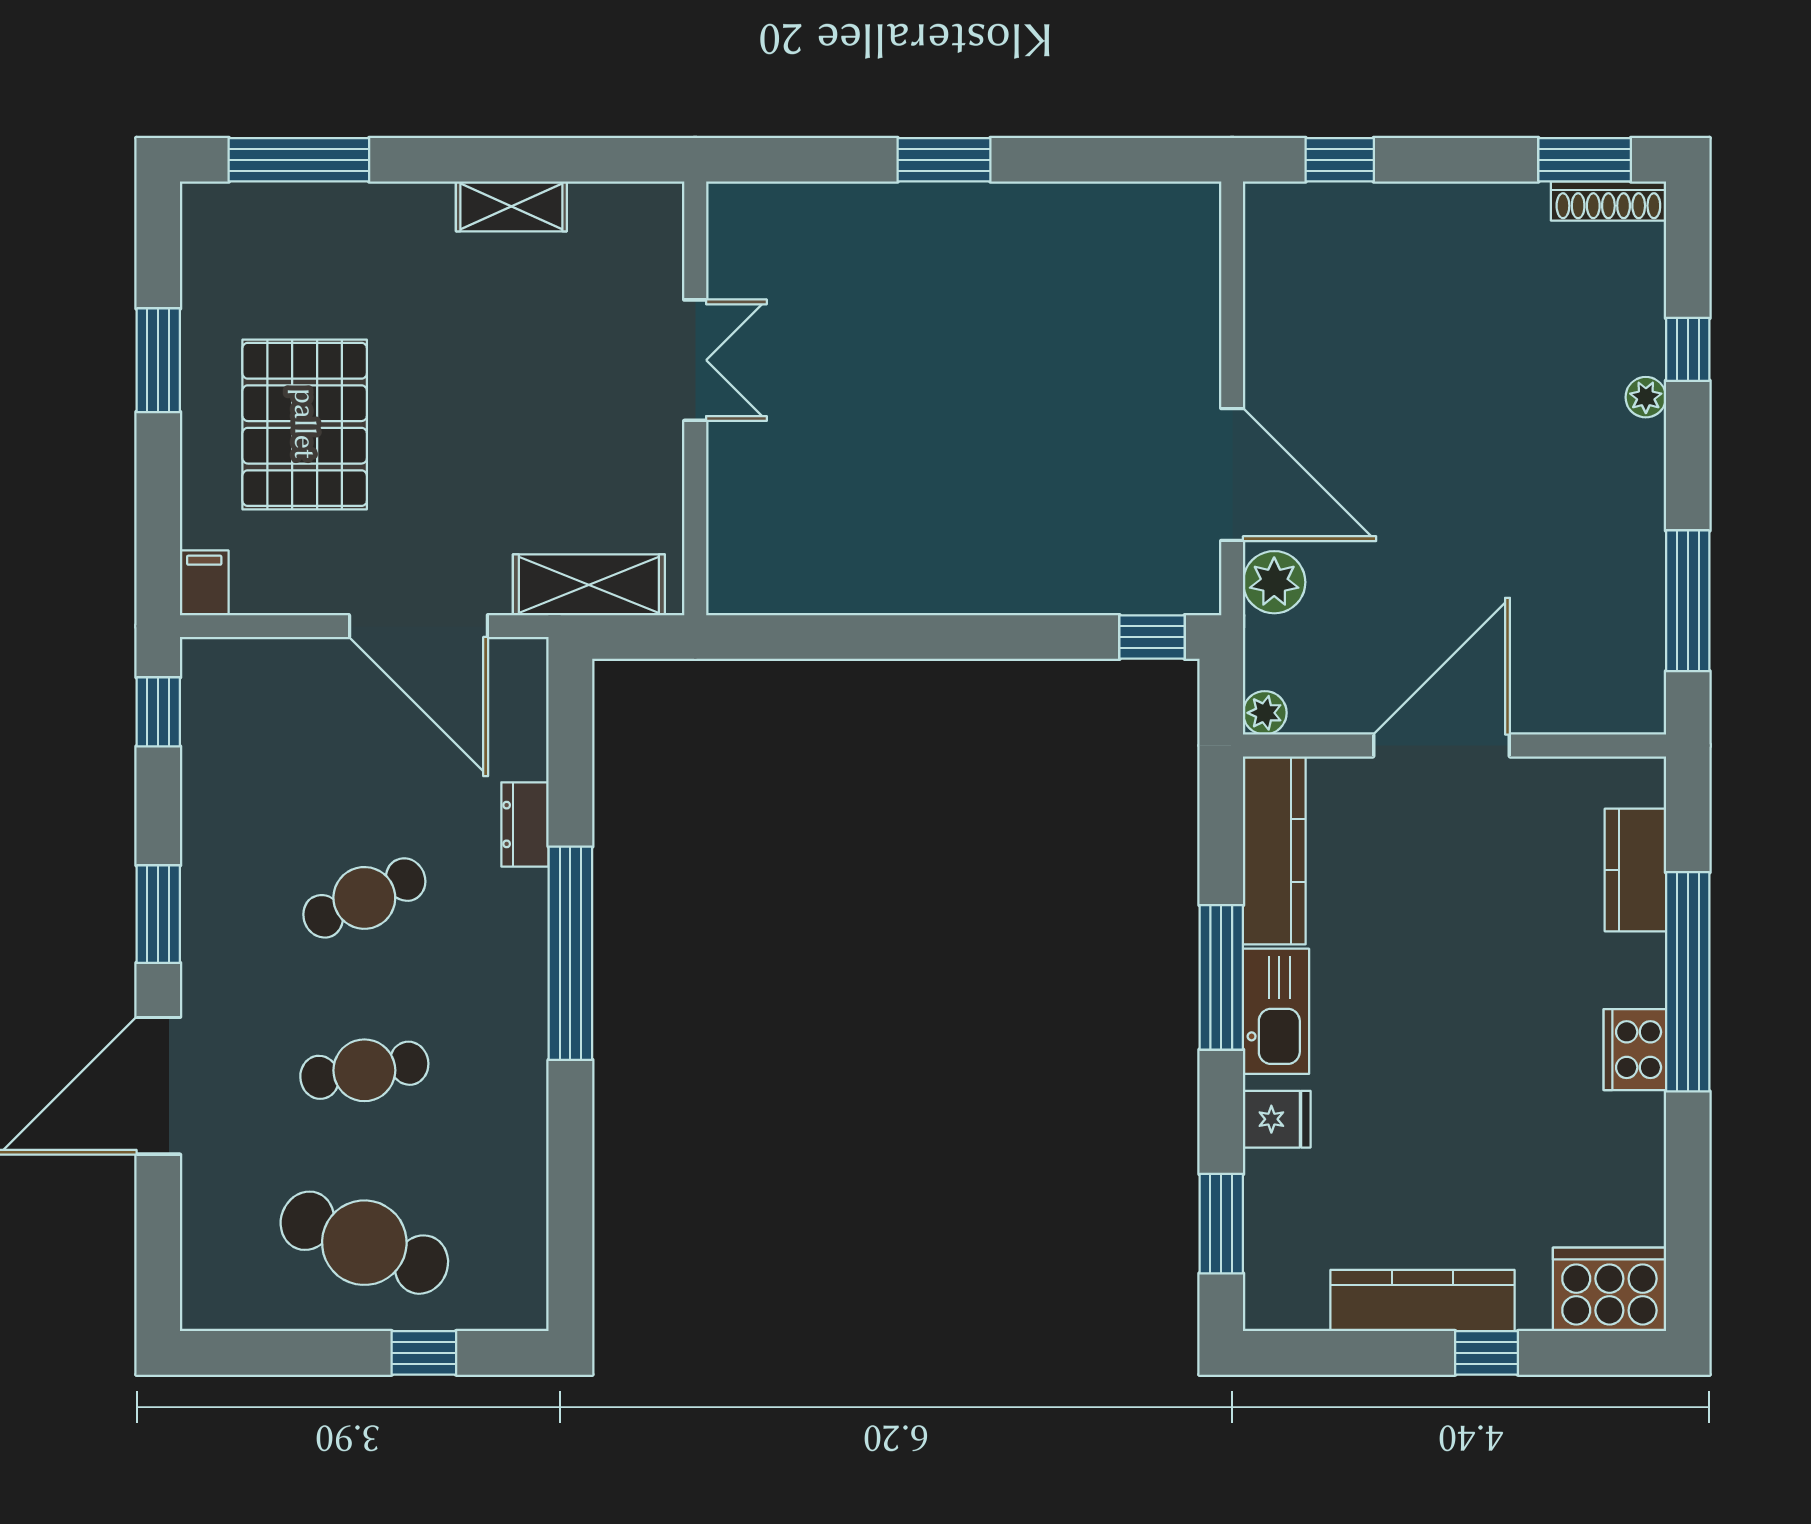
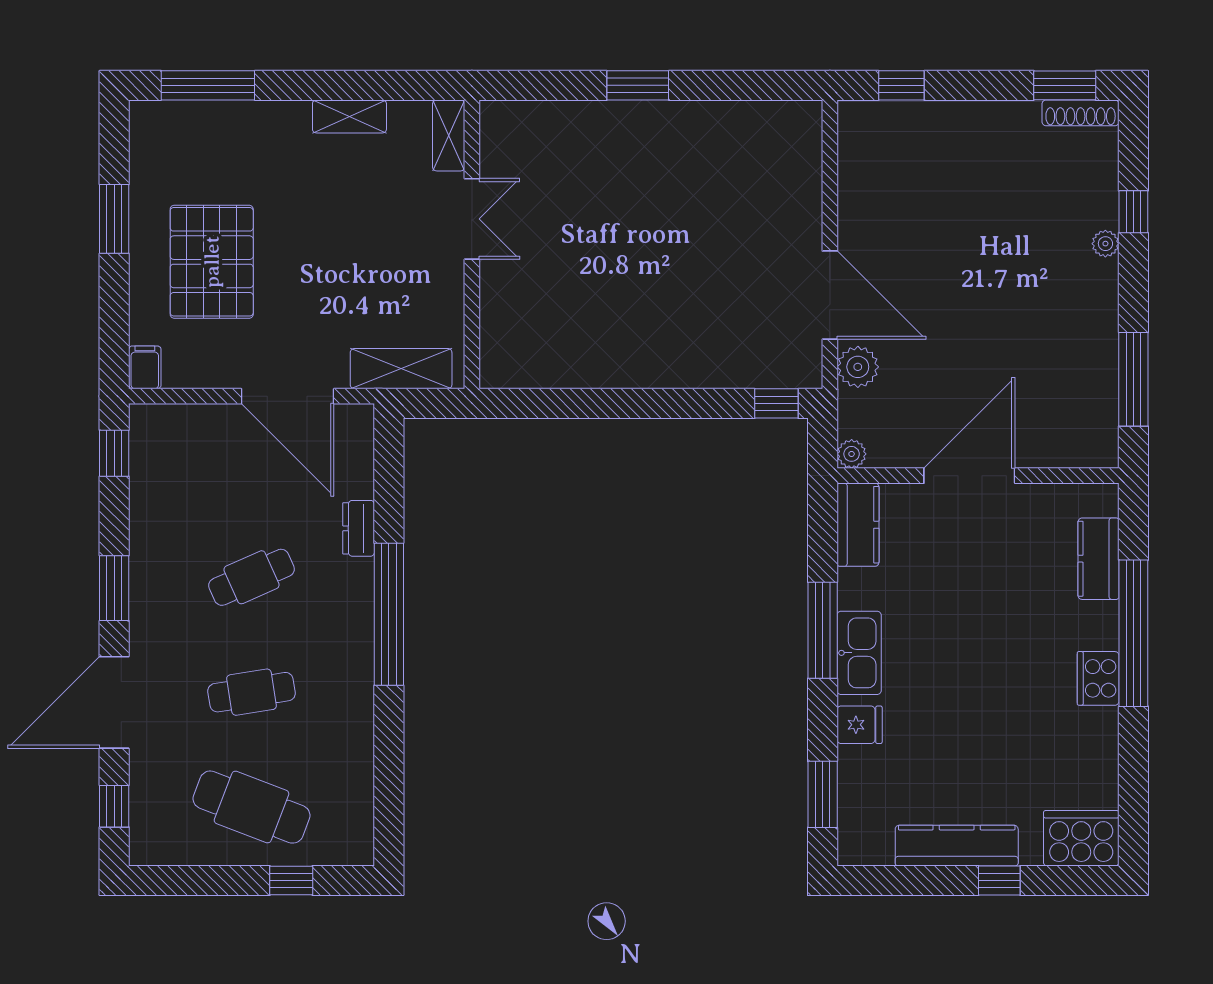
shelving: (660, 235) -> (449, 135), added
kitchen counter: (1274, 850) -> (858, 525), width x0.67
window: (158, 1241) -> (114, 806), added

